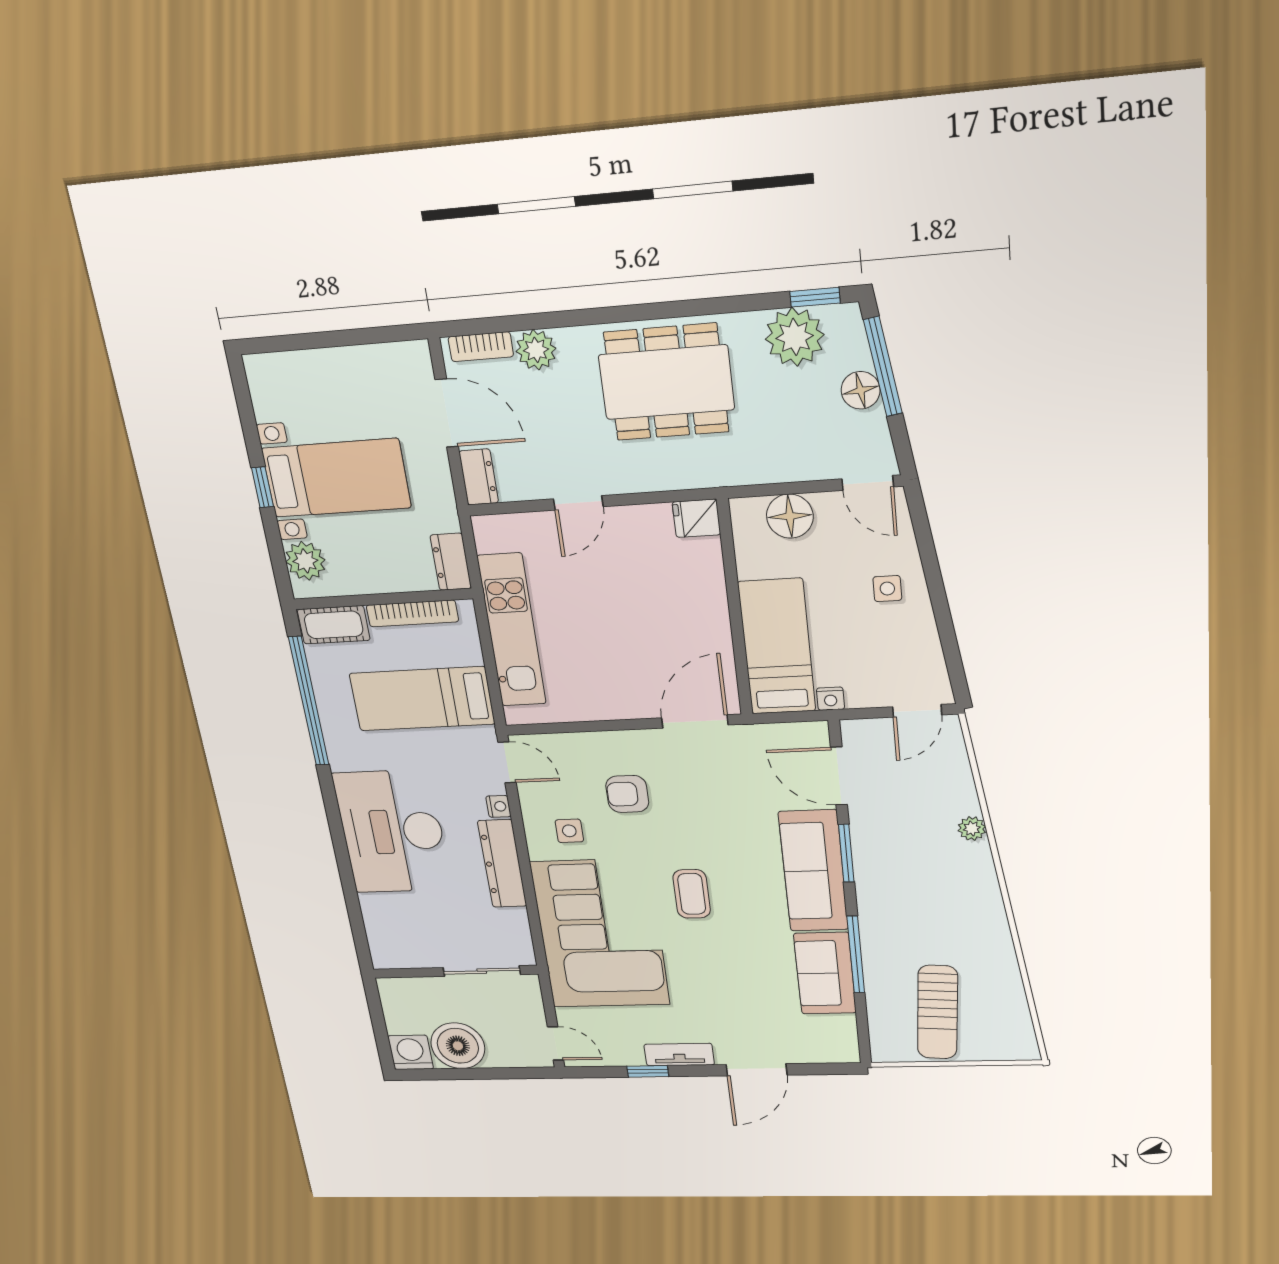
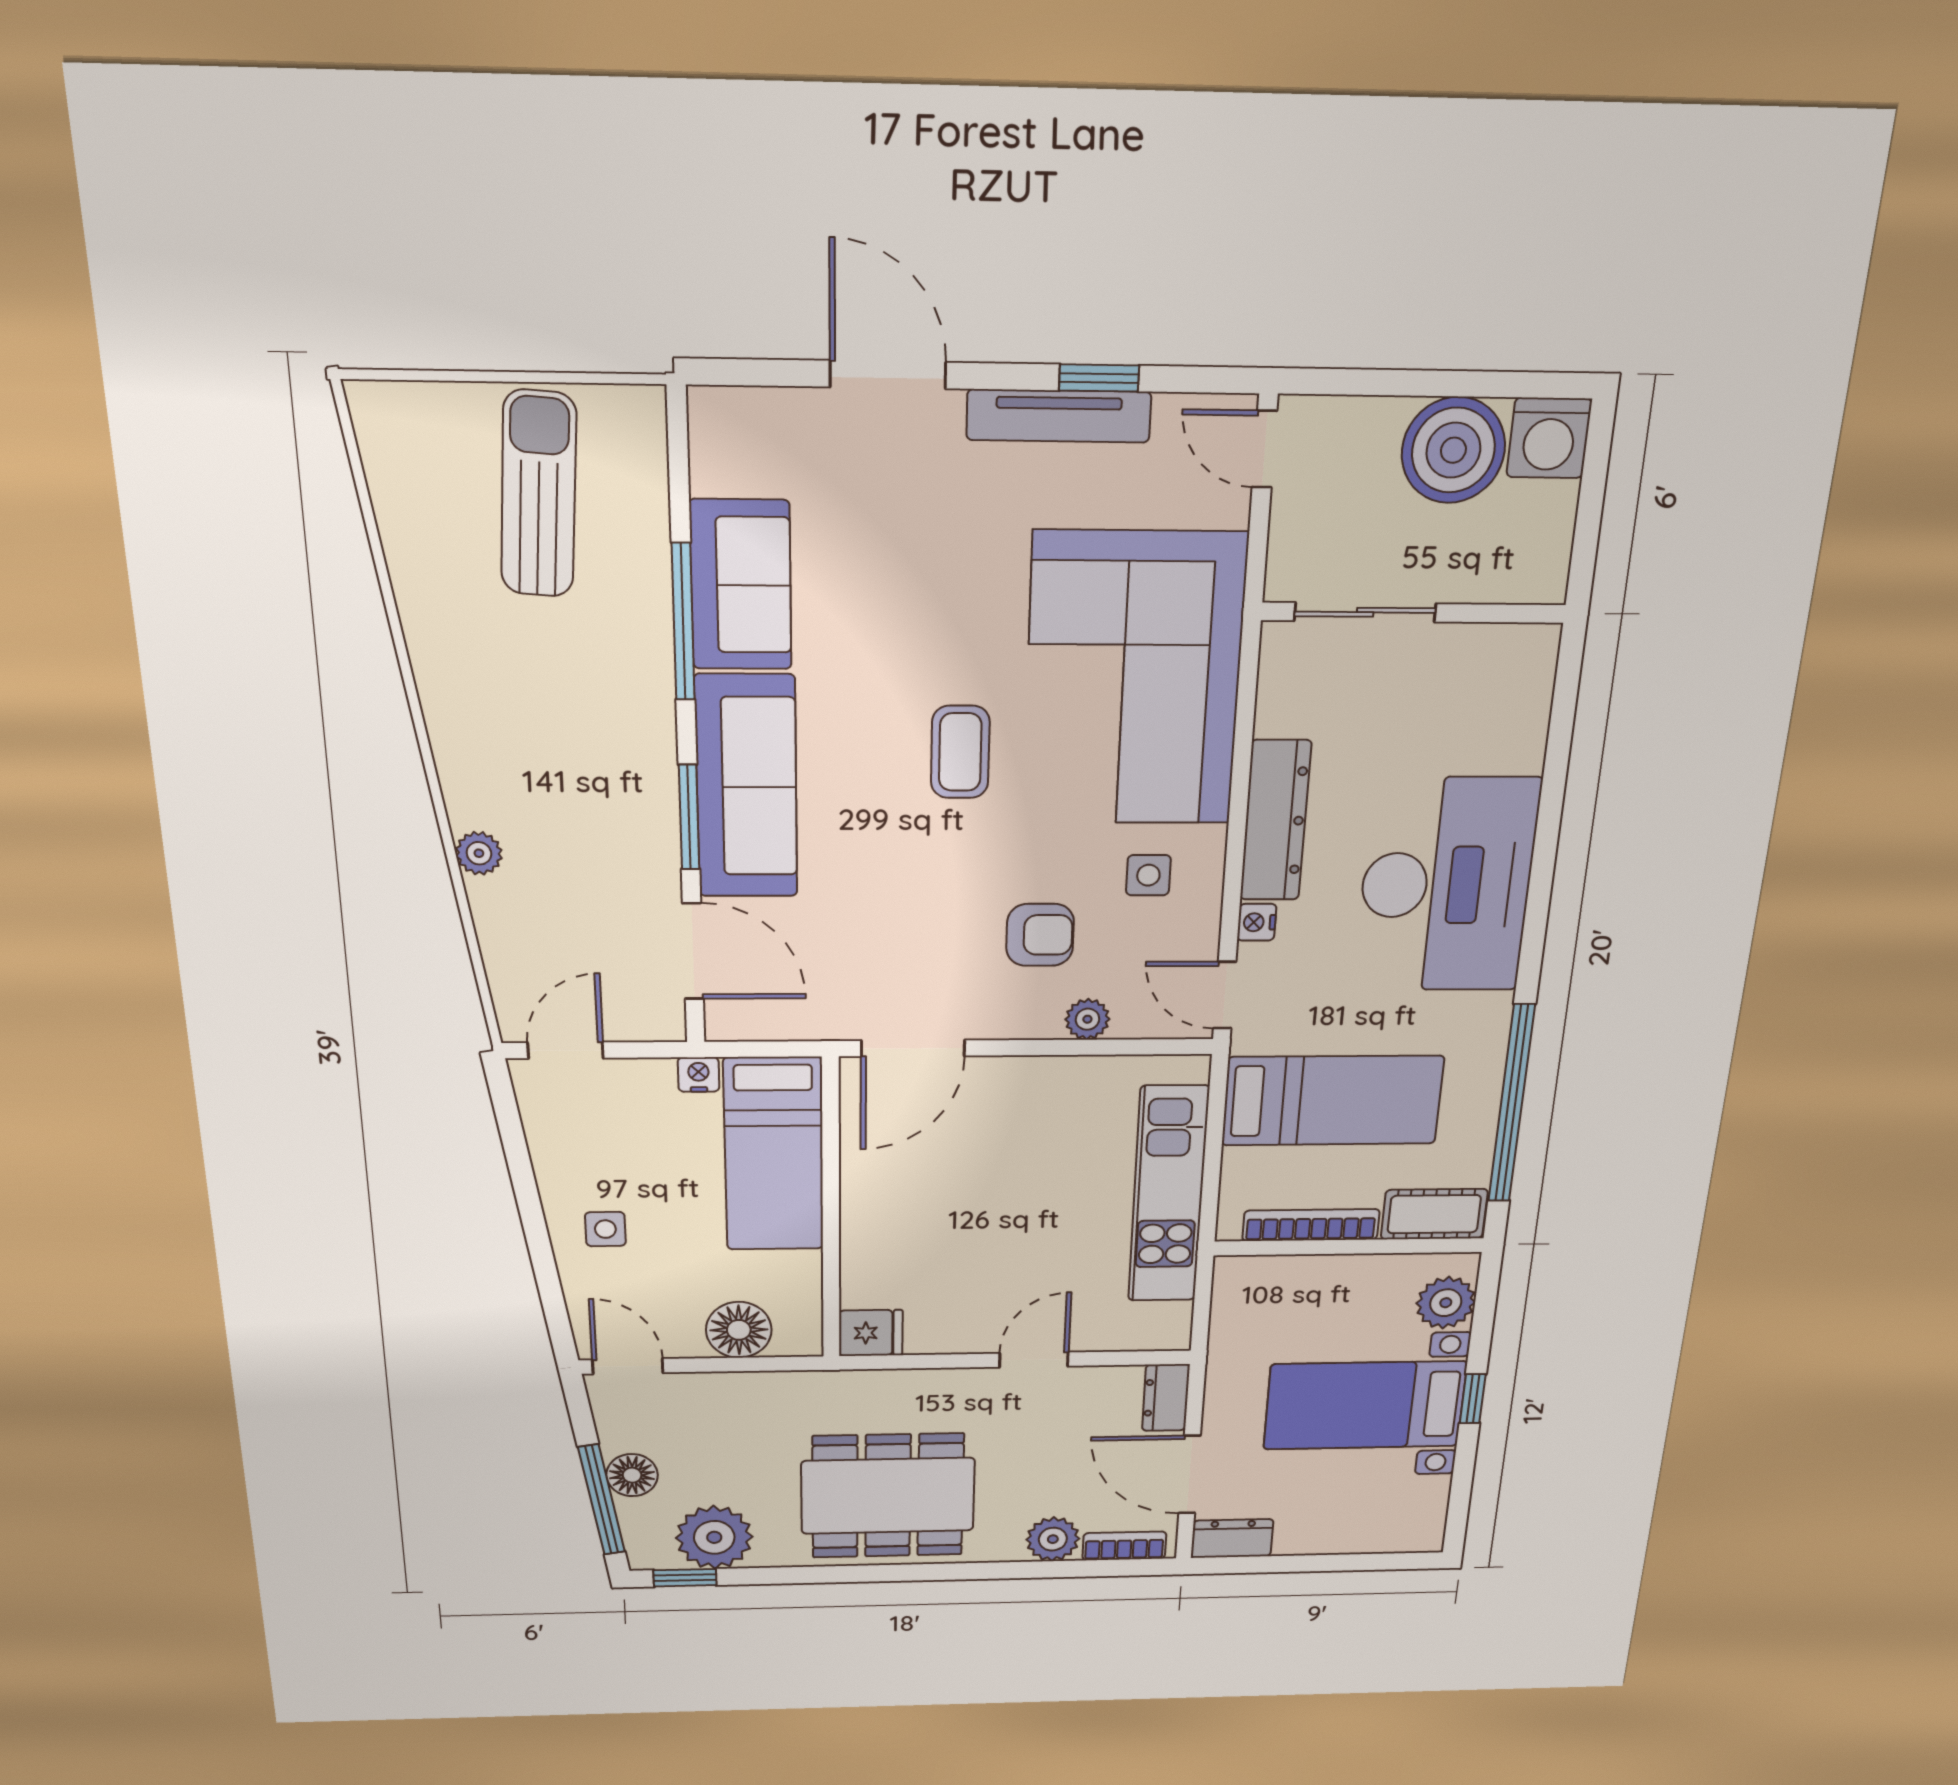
dresser: (451, 562) -> (1232, 1538), moved, turned -90
plant: (588, 744) -> (1087, 1019), added
tv unit: (679, 1055) -> (1059, 416), width x1.41
door: (757, 1070) -> (888, 375), hinge flipped

